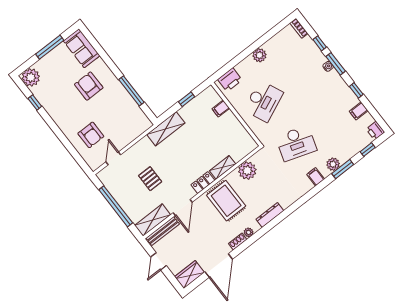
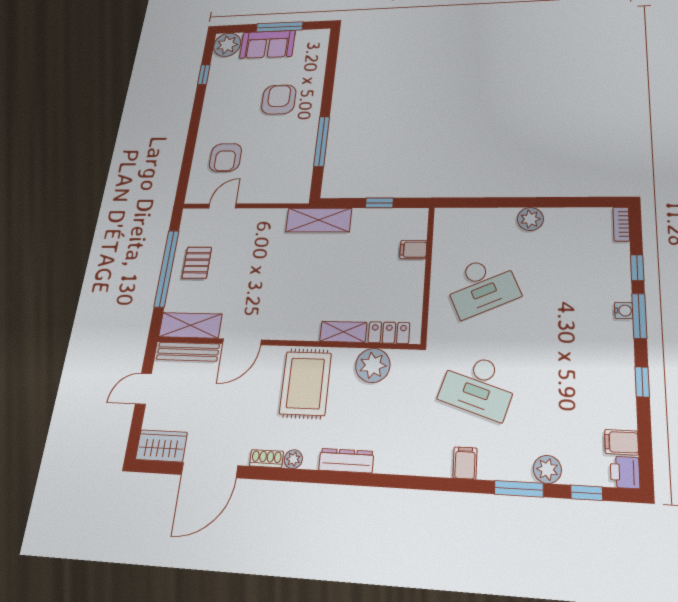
sofa: (82, 48) -> (267, 44), moved, turned -90
printer: (230, 80) -> (460, 221), removed
filing cabinet: (359, 111) -> (622, 442), moved
plant: (333, 164) -> (547, 469), moved
pallet: (150, 179) -> (197, 263), moved
locker: (203, 183) -> (389, 333), moved

